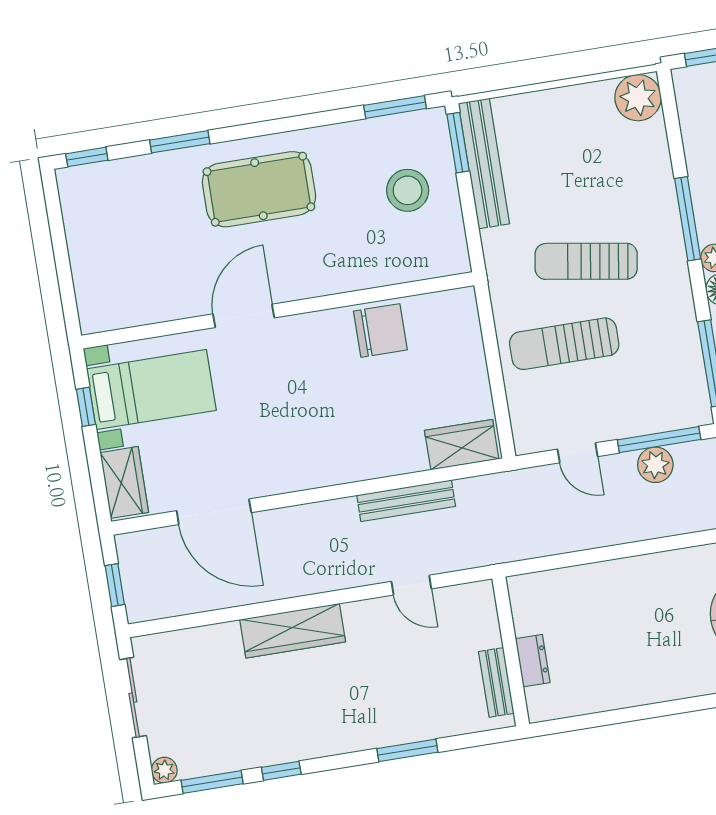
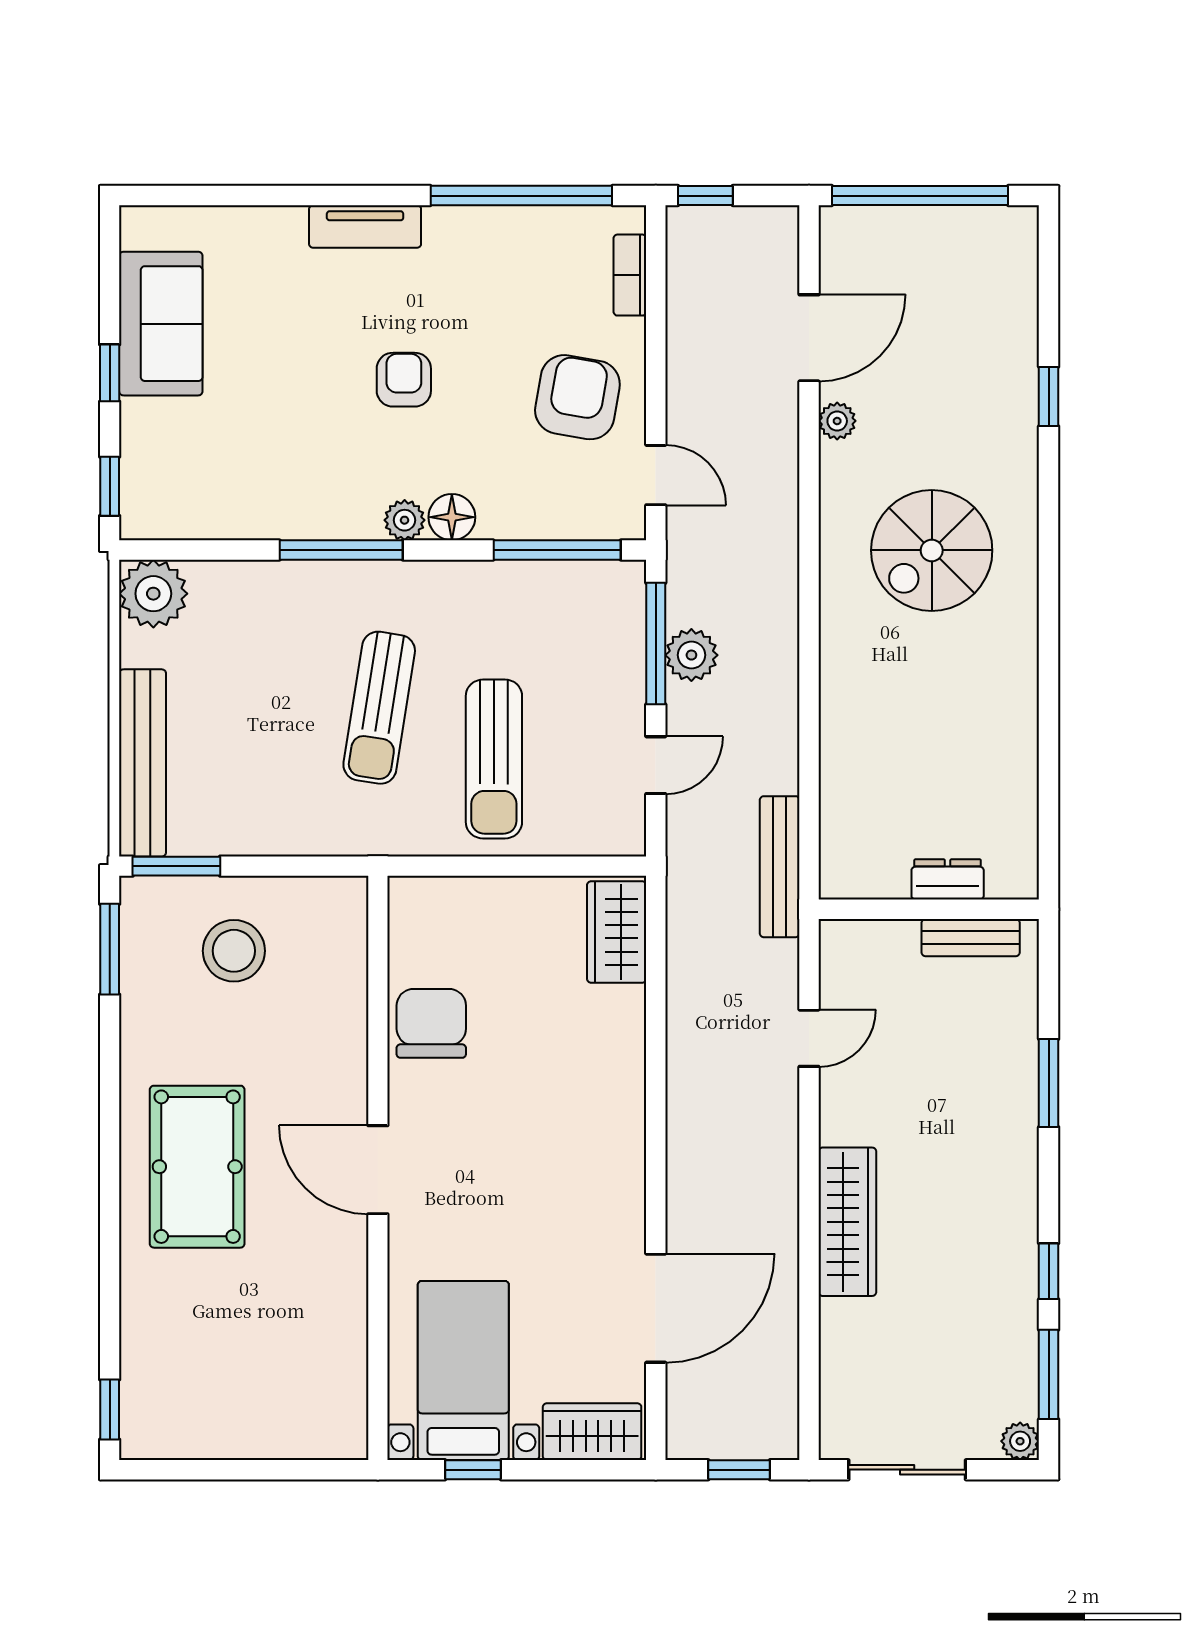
window: (180, 142) -> (110, 1271), removed
bench: (484, 164) -> (143, 763), moved, turned 90
door: (244, 316) -> (378, 1170), moved
bench: (406, 501) -> (780, 867), moved

